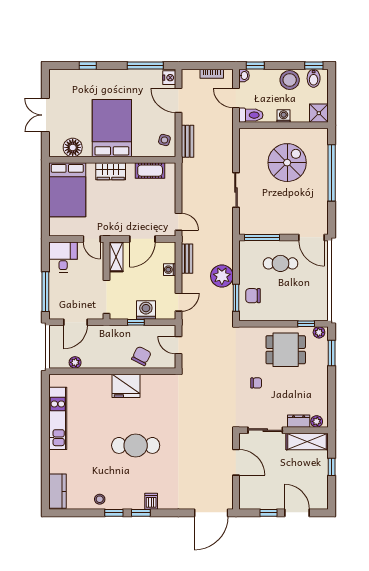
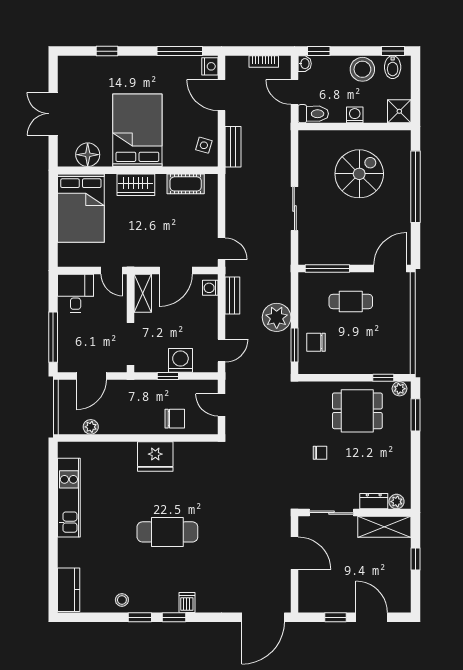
door: (312, 237) -> (390, 269), swing flipped
washing machine: (170, 270) -> (210, 288), moved
chair: (141, 356) -> (175, 419), turned 63

